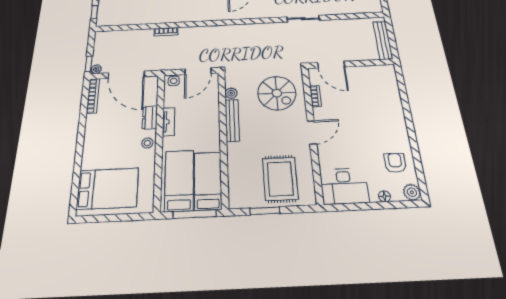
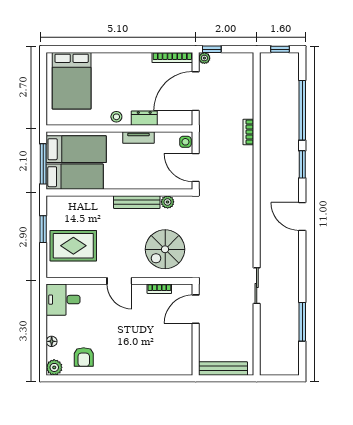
armchair: (395, 163) -> (84, 357), turned 90
desk: (344, 186) -> (63, 300), width x0.73

